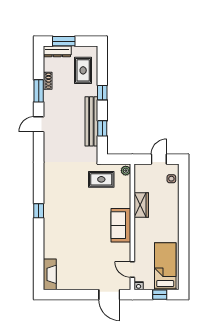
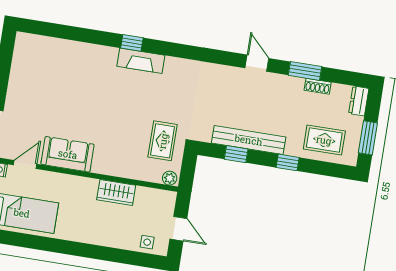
window: (64, 41) -> (368, 138), moved
dresser: (57, 51) -> (359, 101), width x0.70
sofa: (121, 225) -> (68, 154), moved
fireplace: (50, 274) -> (141, 61), moved

